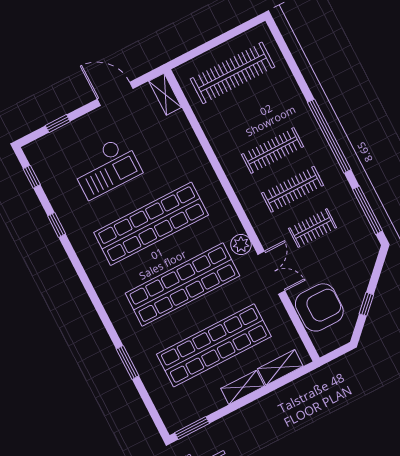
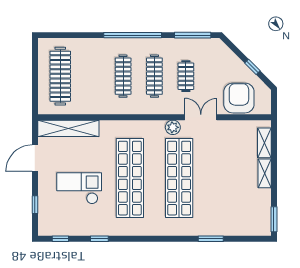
shelving: (165, 94) -> (68, 128), width x2.20, depth x1.33
checkout: (106, 168) -> (79, 188), turned -90
shop shelf: (214, 345) -> (228, 178), removed

